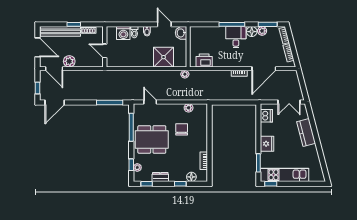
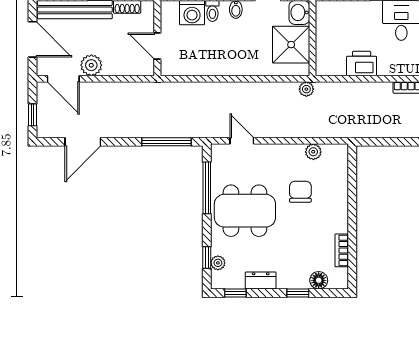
shower: (164, 57) -> (291, 45), moved
printer: (204, 60) -> (362, 64), moved
door: (55, 102) -> (83, 142), moved

